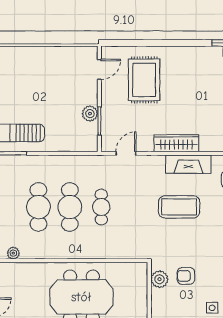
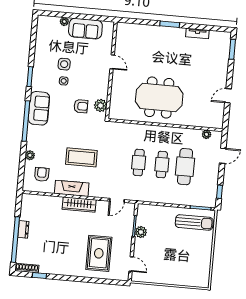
door: (99, 69) -> (131, 264), swing flipped
cafe table: (70, 207) -> (162, 165), width x0.73, depth x0.74

